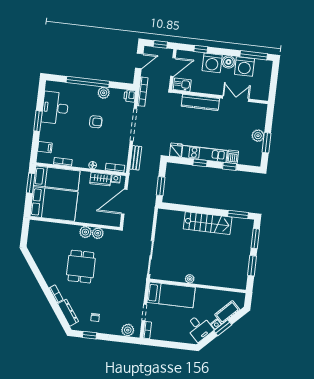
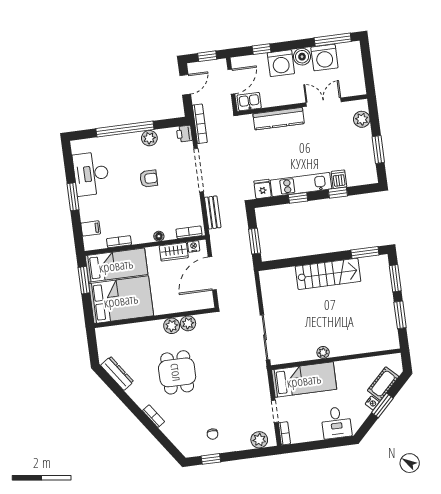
plant: (258, 136) -> (362, 119), moved
dresser: (68, 313) -> (117, 373), moved
desk: (199, 328) -> (336, 423), moved, turned 45

